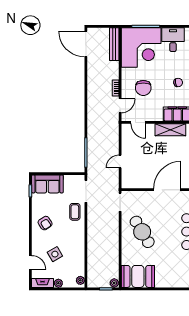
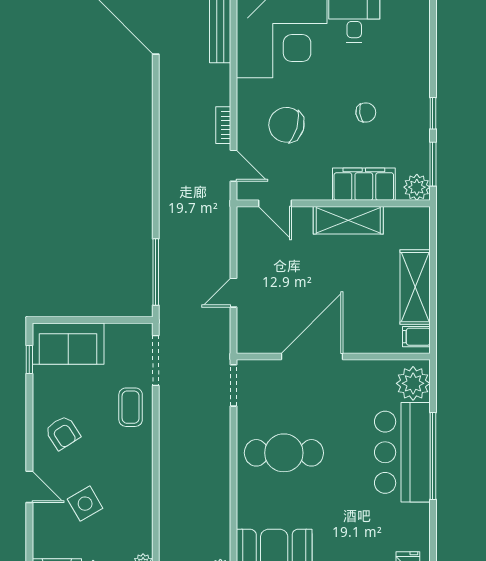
chair: (143, 88) -> (286, 125), turned 106
door: (120, 106) -> (234, 166), hinge flipped
door: (167, 190) -> (312, 357), moved
cafe table: (142, 232) -> (284, 453), turned -59
door: (30, 263) -> (29, 487), moved

